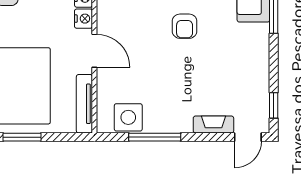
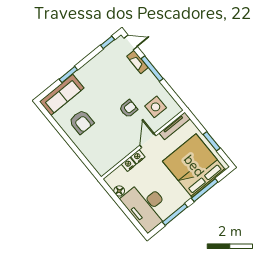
armchair: (185, 26) -> (129, 109), moved
side table: (128, 117) -> (156, 107), moved
window: (155, 137) -> (152, 69), moved

